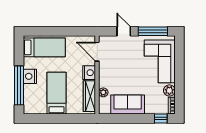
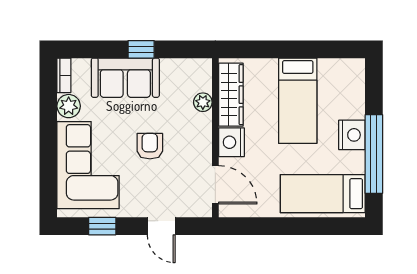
window: (153, 31) -> (102, 226), width x0.46
armchair: (129, 71) -> (150, 146), added
window: (19, 85) -> (374, 154), moved
sofa: (128, 105) -> (125, 78), moved
window: (161, 118) -> (141, 49), moved

